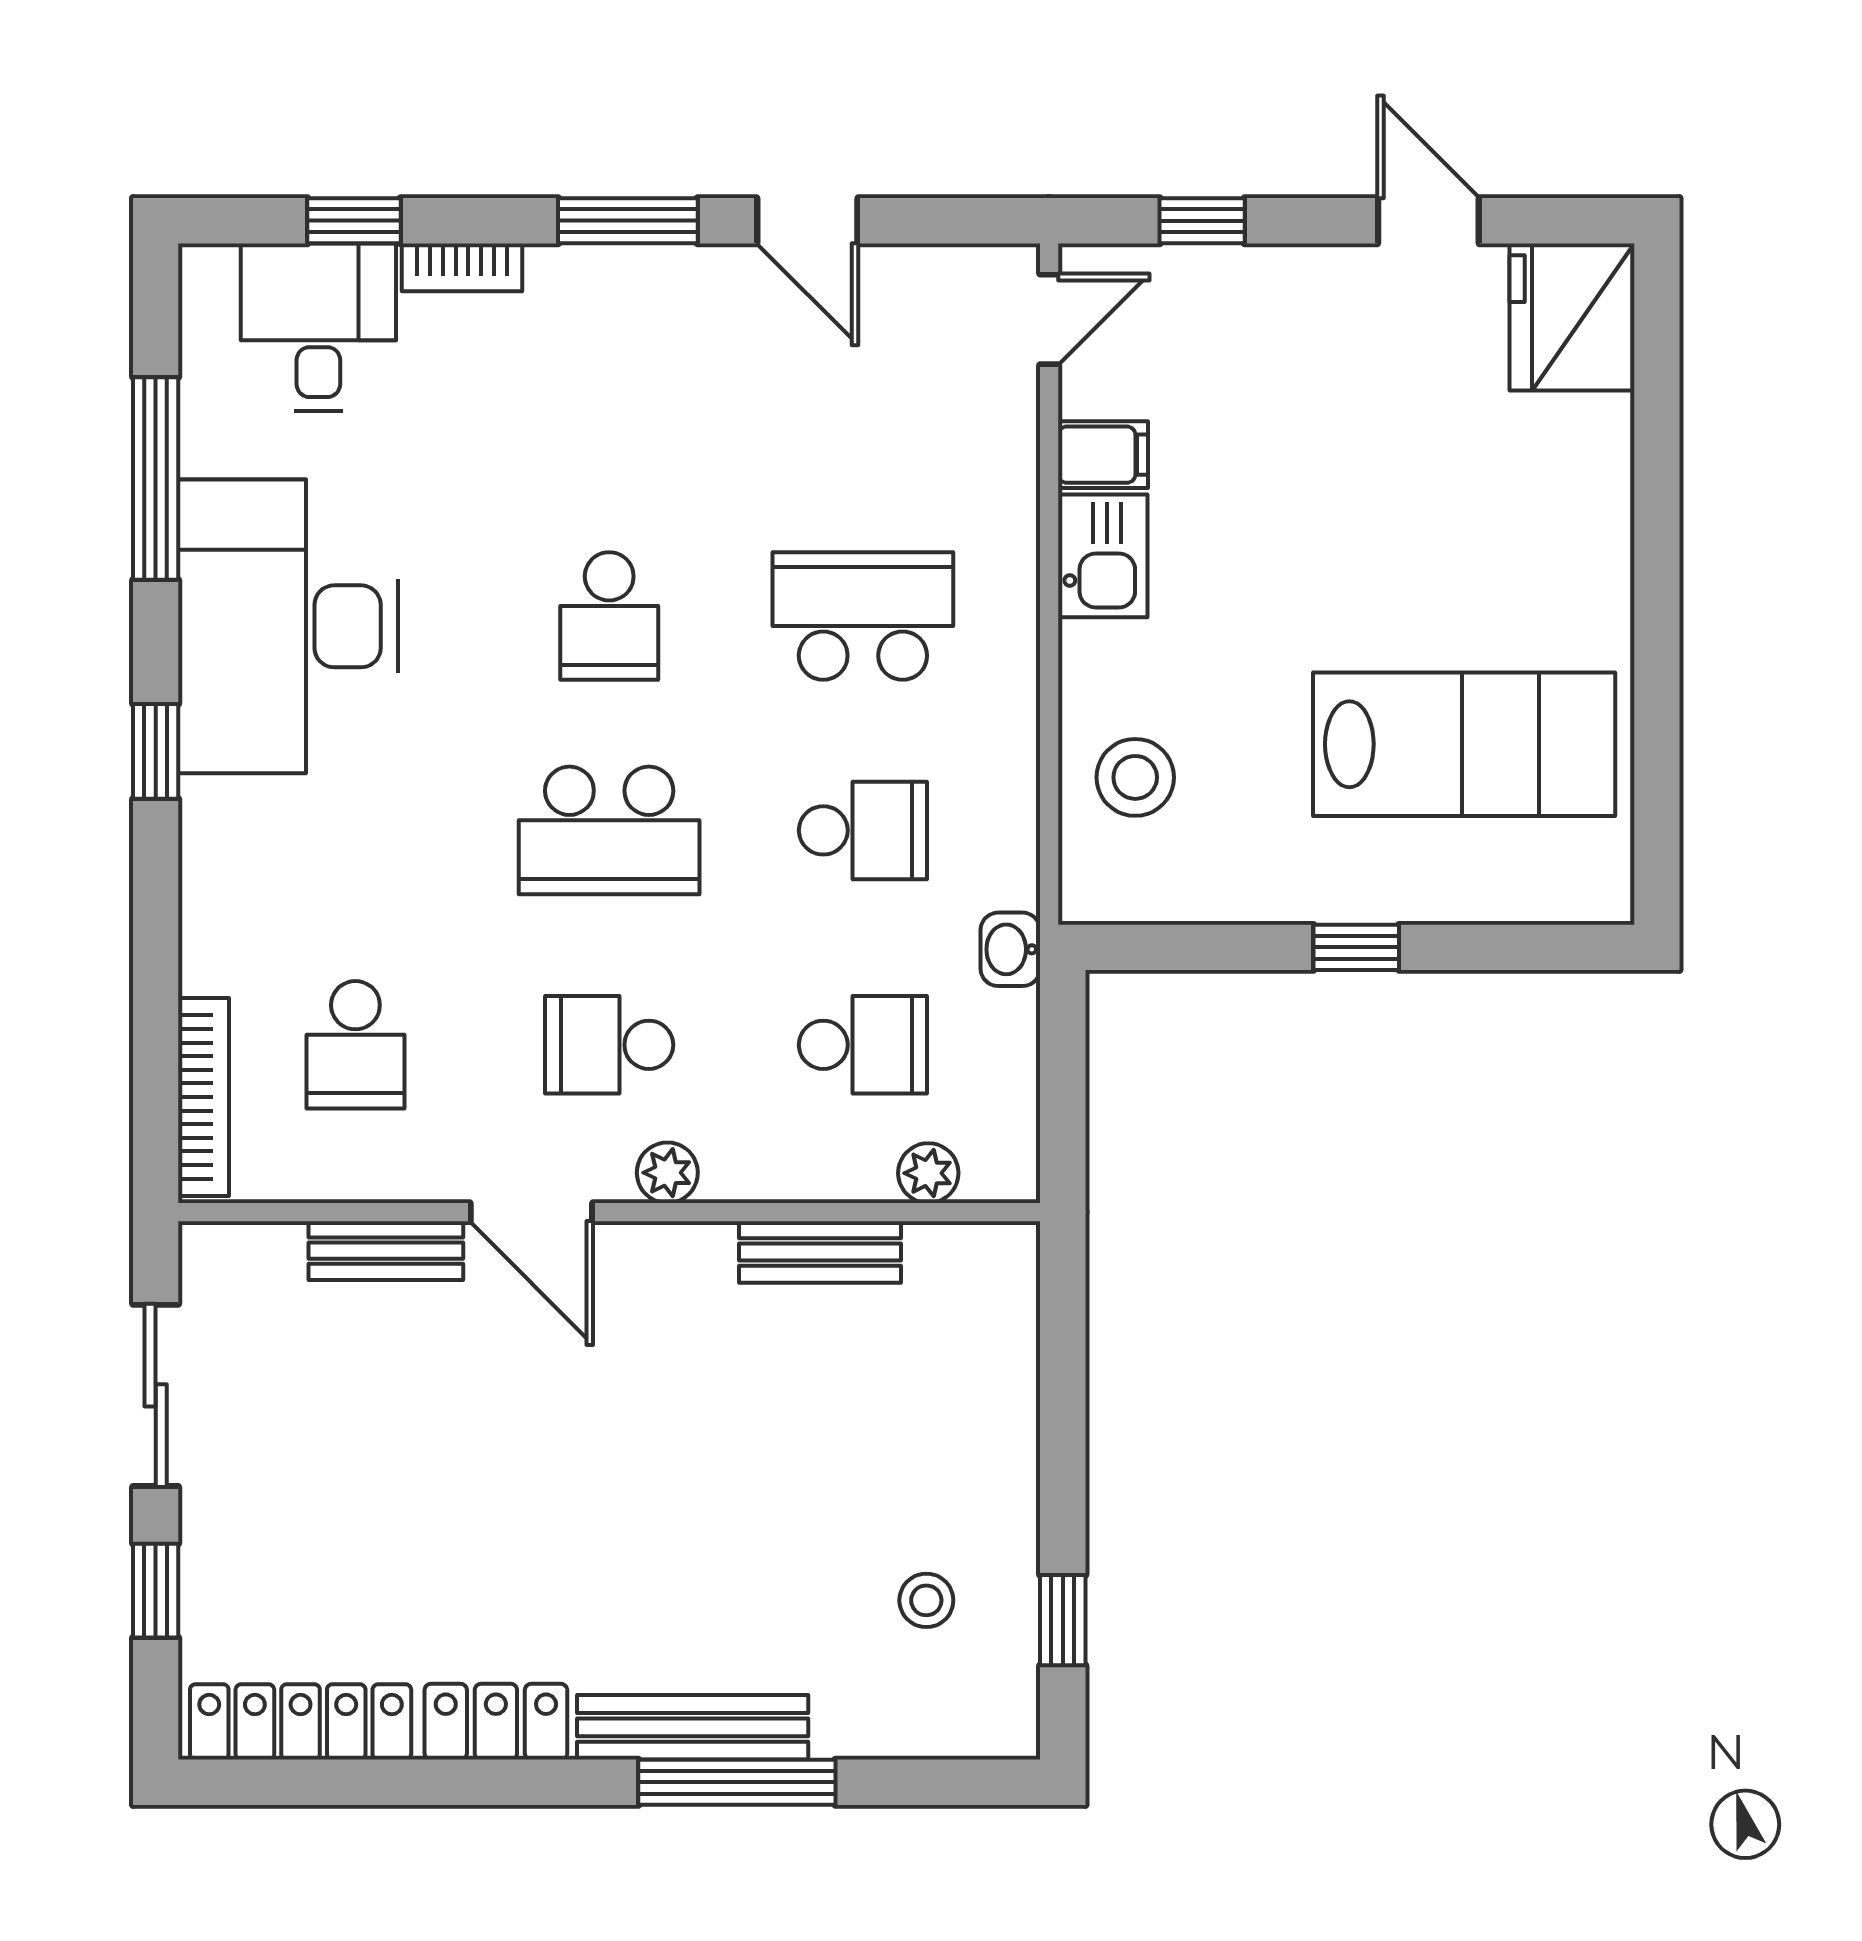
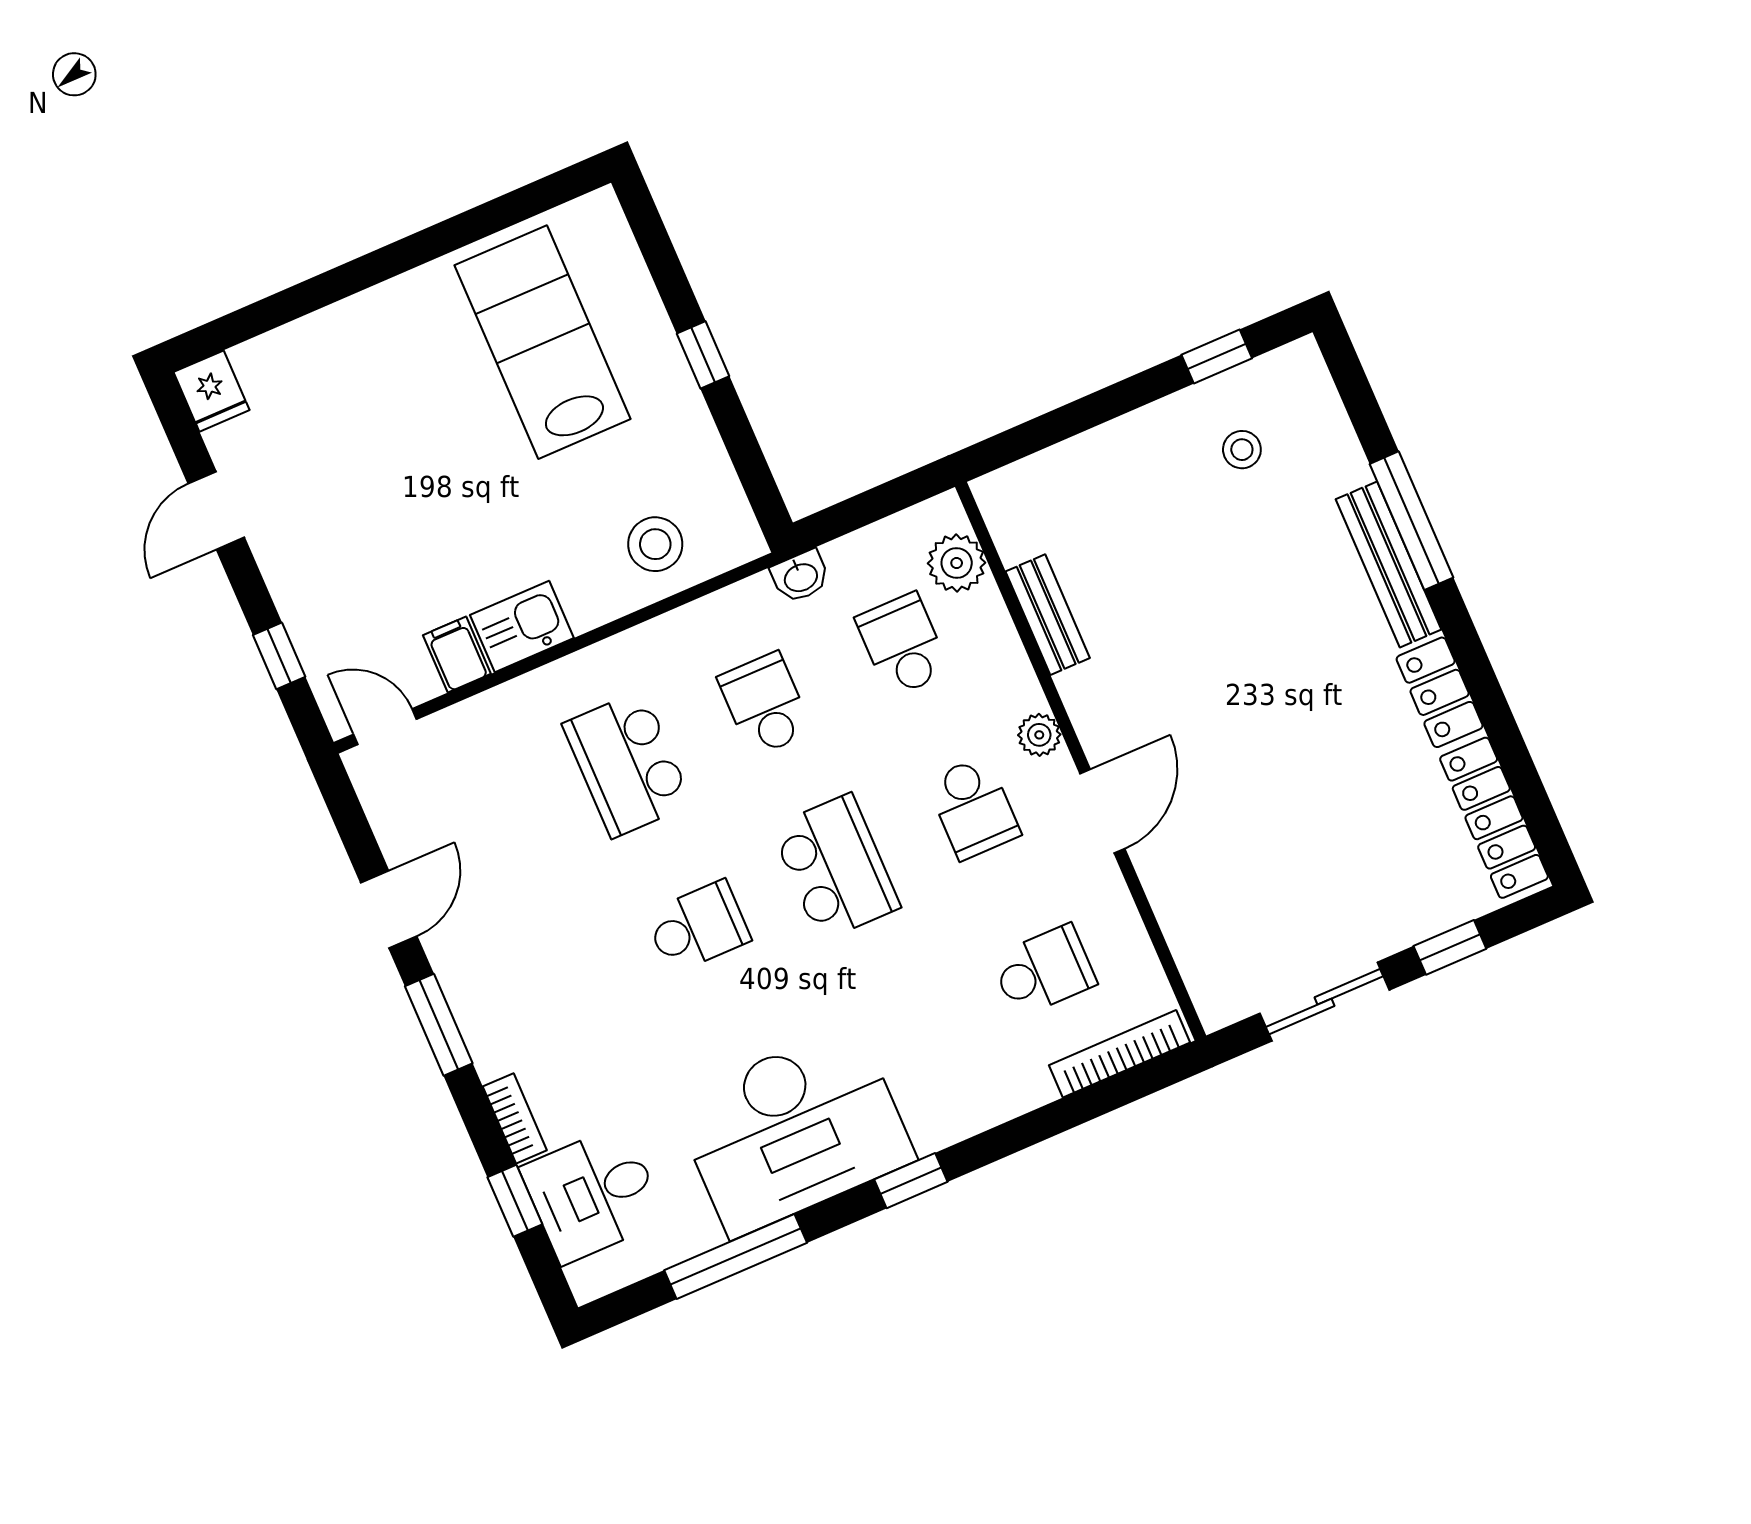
fridge: (1572, 317) -> (212, 391), width x0.53, depth x0.75
plant: (928, 1173) -> (957, 563), width x1.38, depth x1.38
bench: (386, 1251) -> (1168, 894), removed

